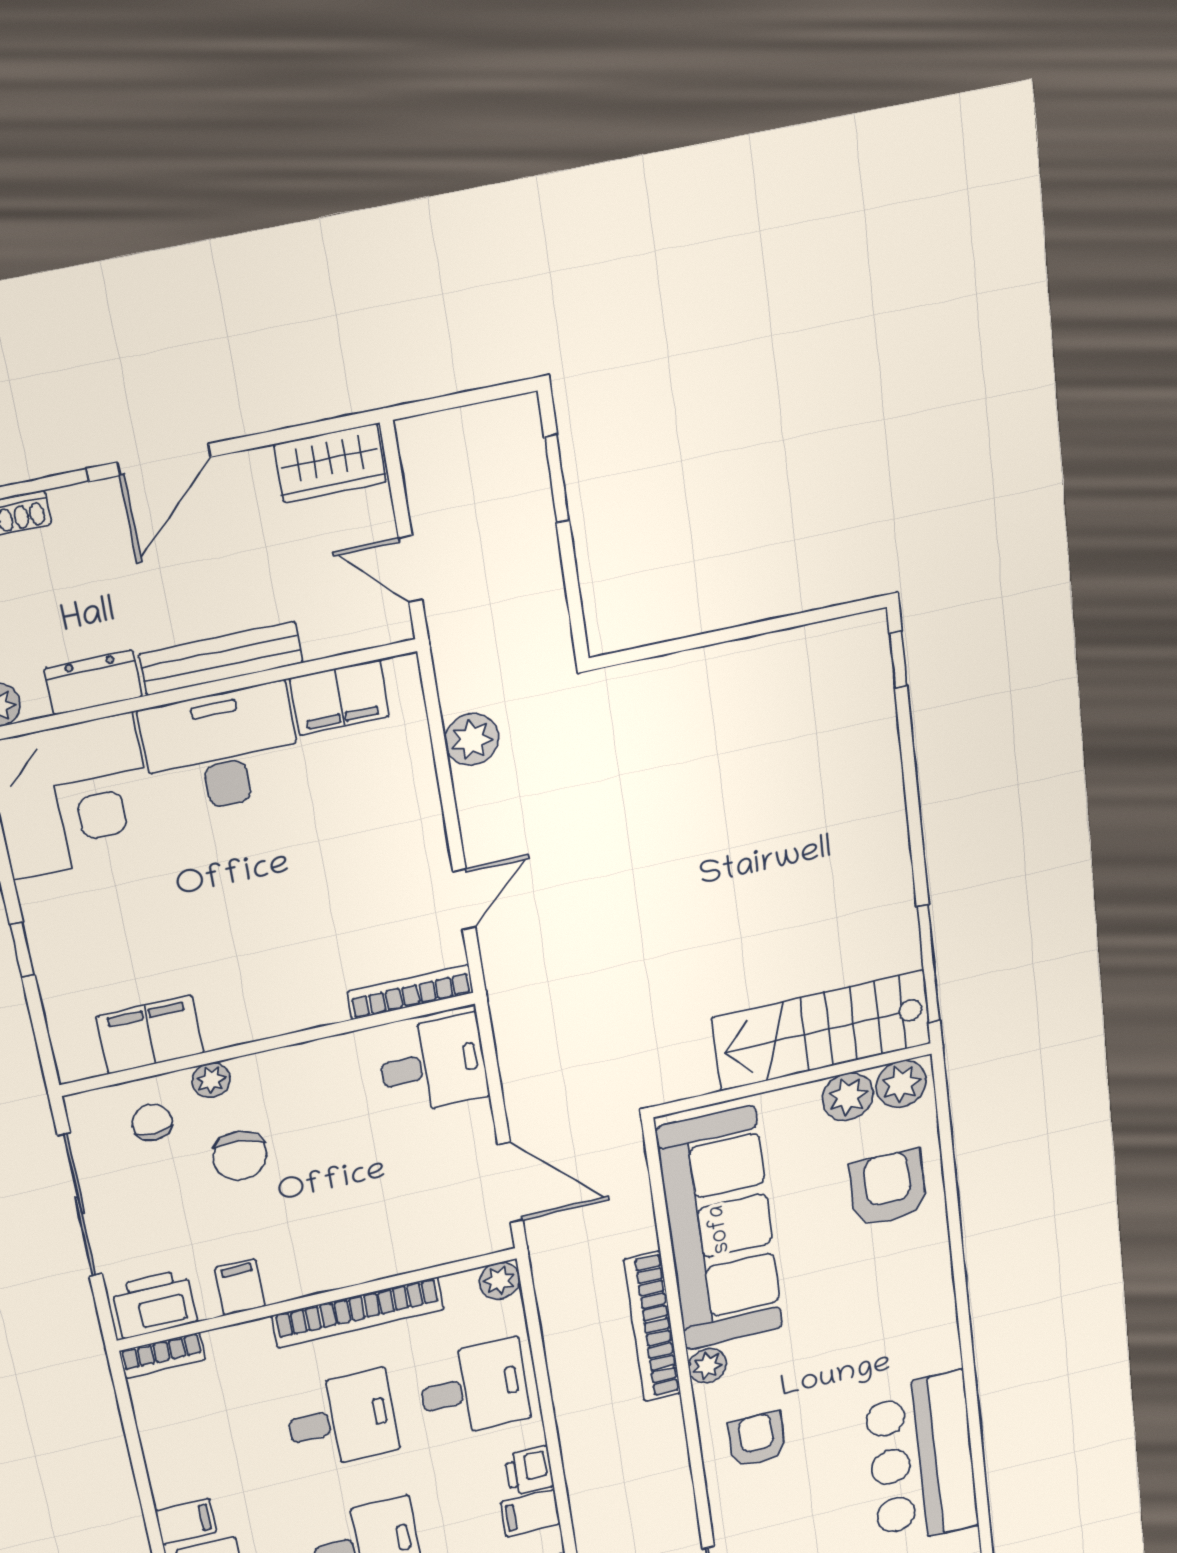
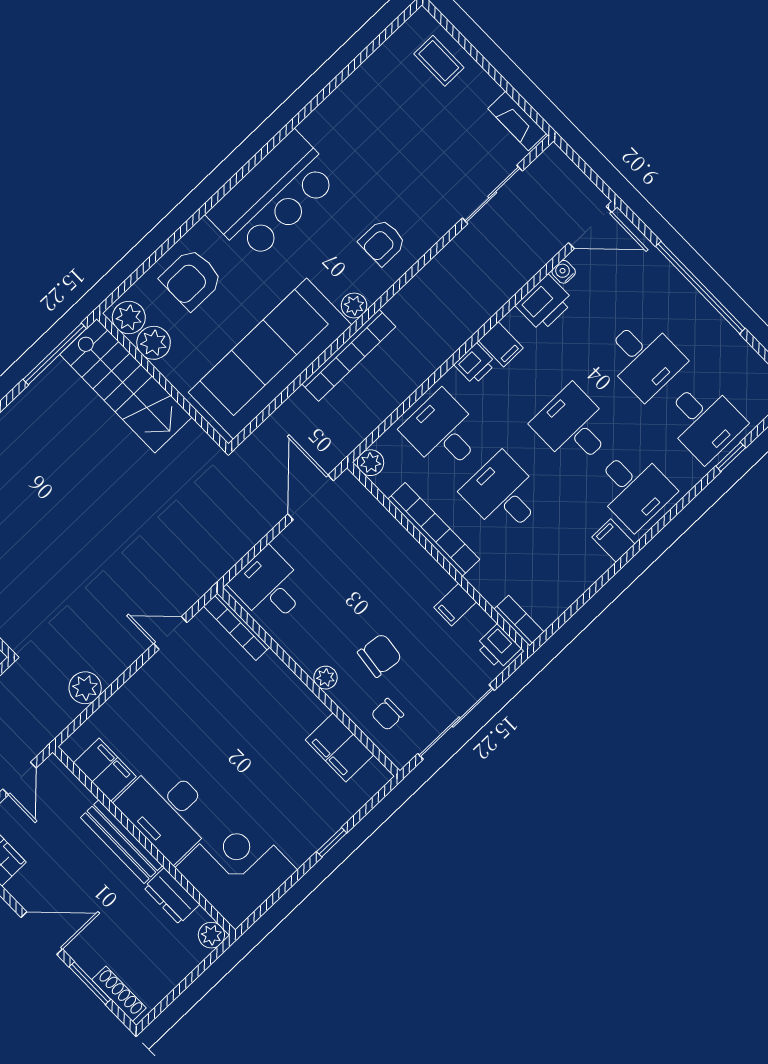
plant: (211, 1080) -> (326, 678), moved
printer: (154, 1304) -> (498, 647), width x0.73, depth x0.81
bar counter: (922, 1459) -> (273, 196), moved

